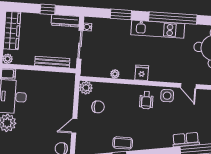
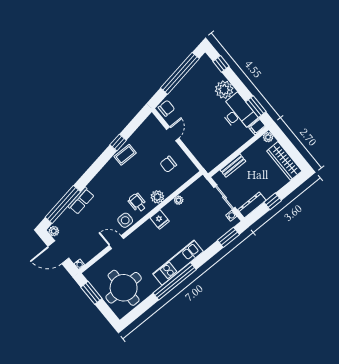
window: (121, 14) -> (228, 237), moved
bench: (52, 62) -> (233, 166), width x0.73
plant: (86, 88) -> (157, 197), moved

